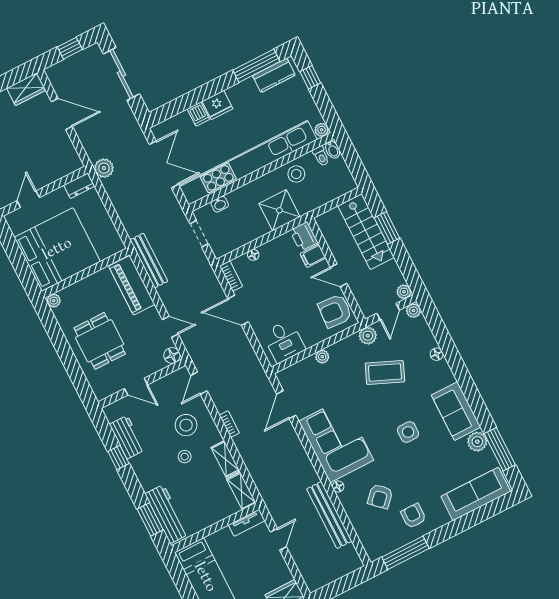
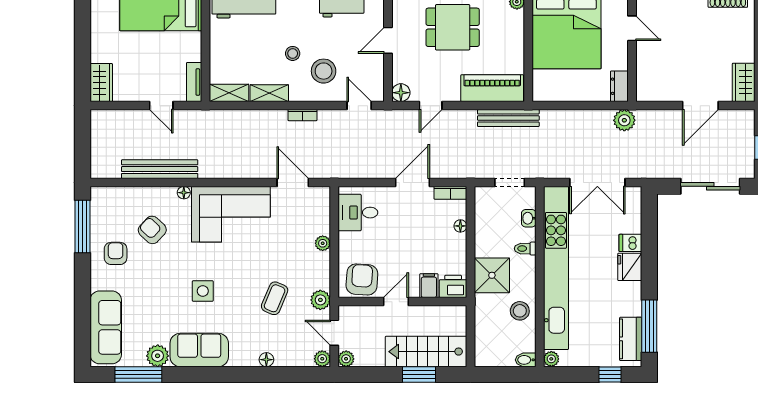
toilet: (321, 156) -> (525, 249), moved
coffee table: (385, 372) -> (275, 298), width x0.73, depth x0.77
armchair: (413, 516) -> (116, 253), turned -90

